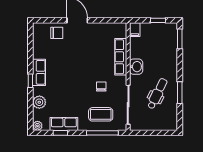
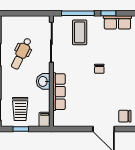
trolley: (158, 40) -> (20, 109), added
chair: (101, 86) -> (99, 69), moved
coffee table: (101, 114) -> (80, 32), turned 90
window: (60, 133) -> (108, 13), moved

